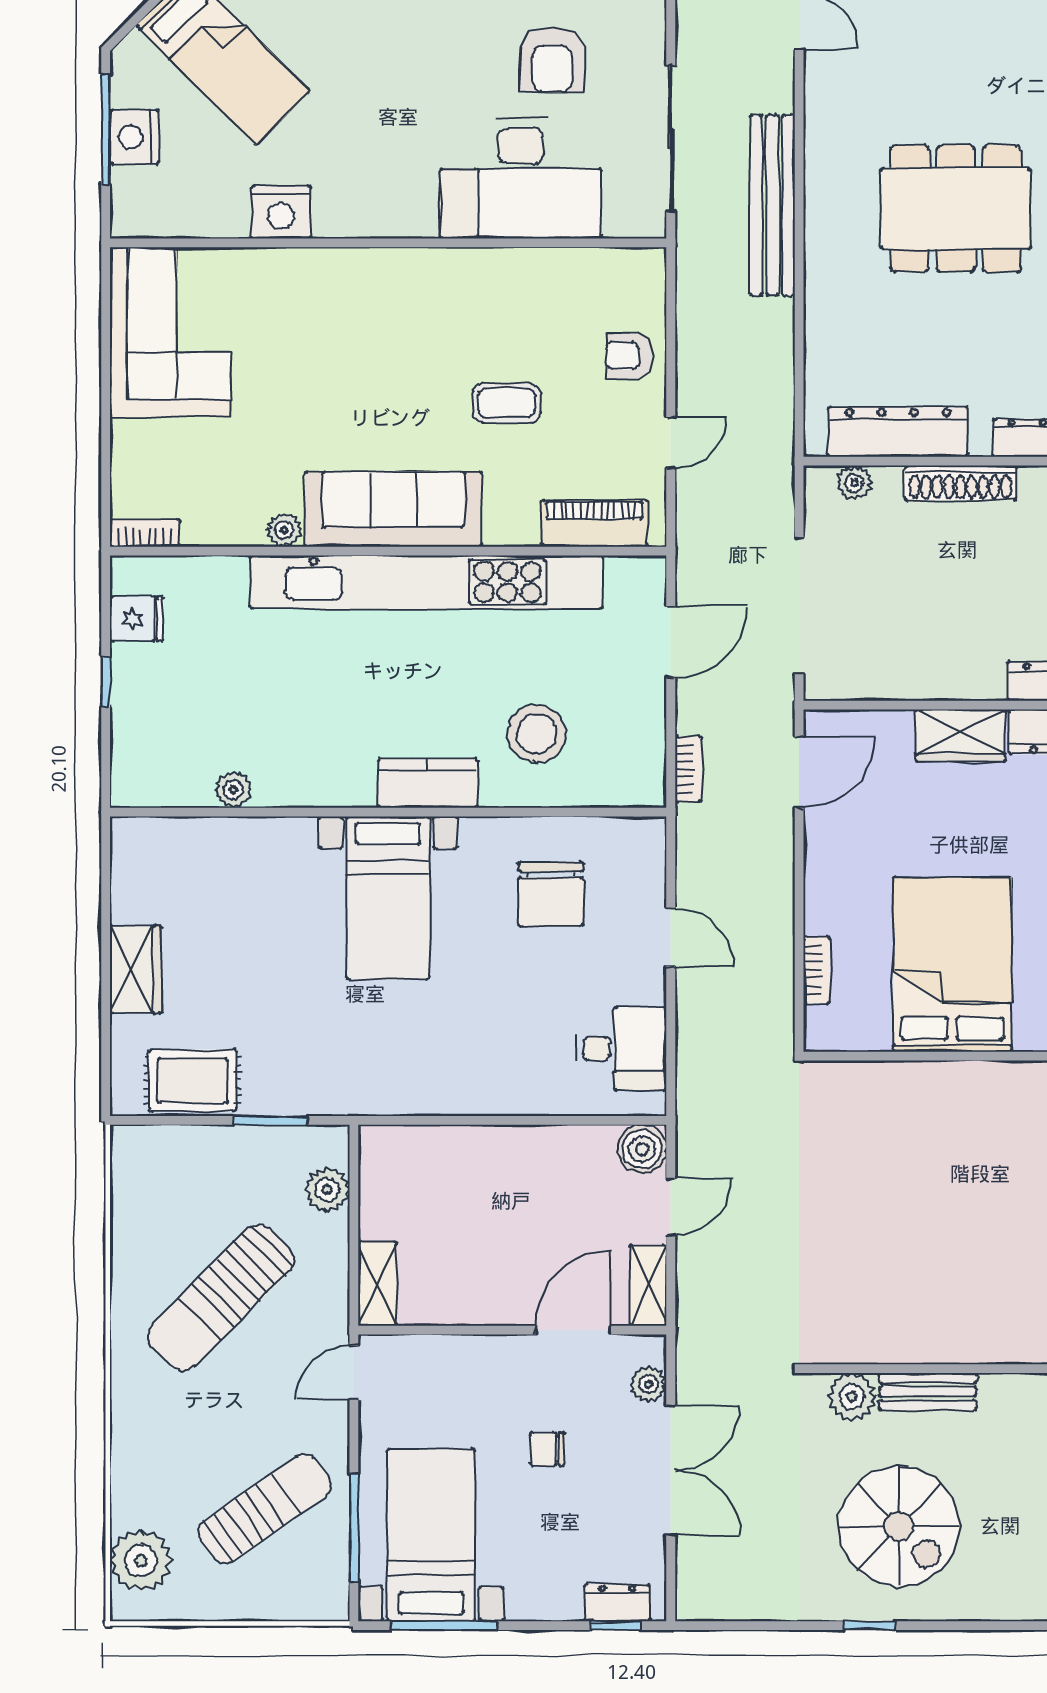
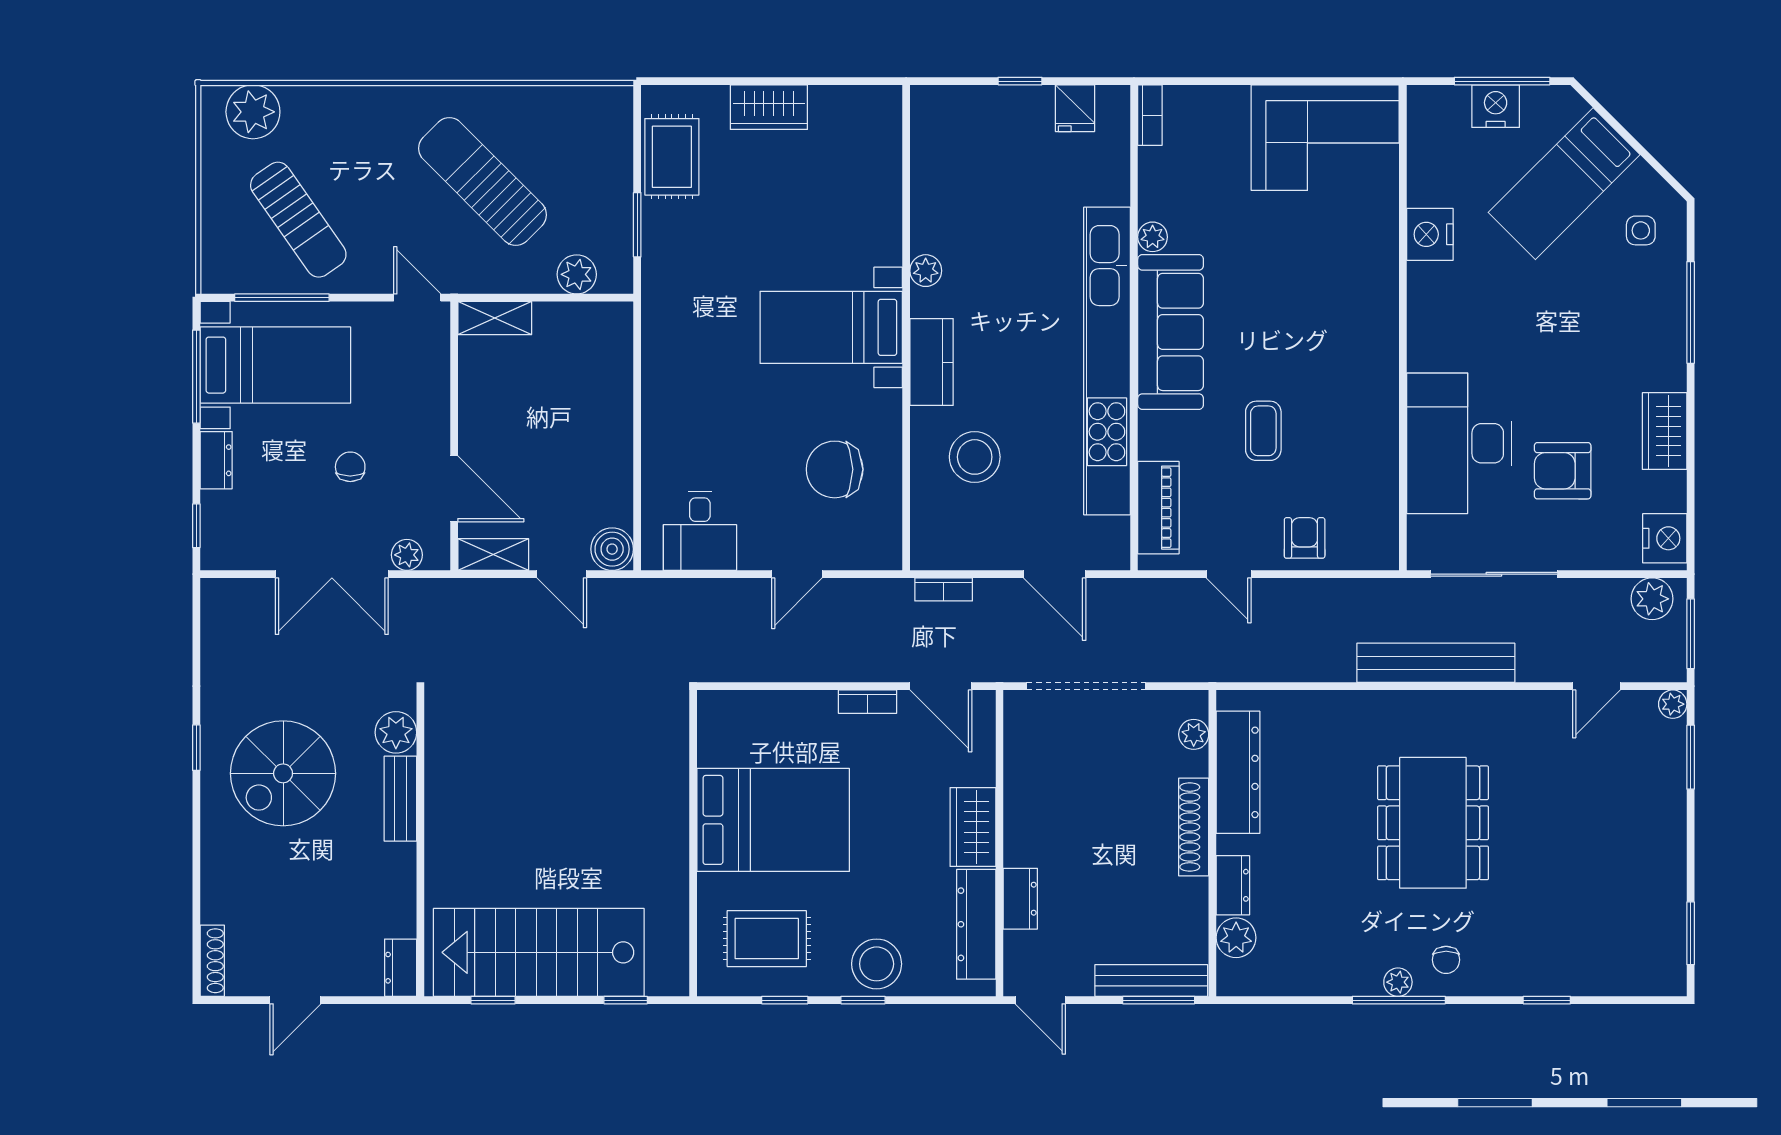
plant: (233, 790) -> (926, 271), moved
bookcase: (817, 970) -> (867, 702), moved
dresser: (617, 1603) -> (216, 460), moved

